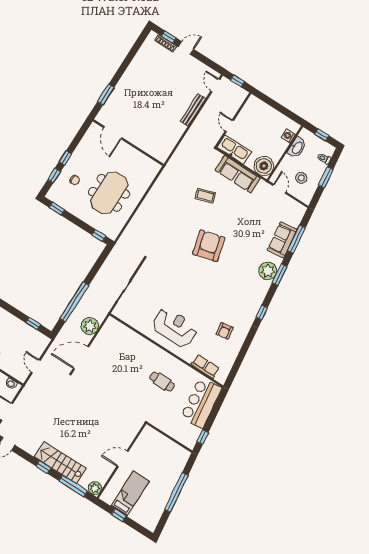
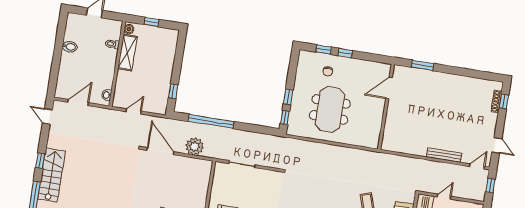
door: (186, 48) -> (497, 145), moved
meeting table: (109, 193) -> (330, 109), turned 90
window: (57, 209) -> (288, 97), moved

